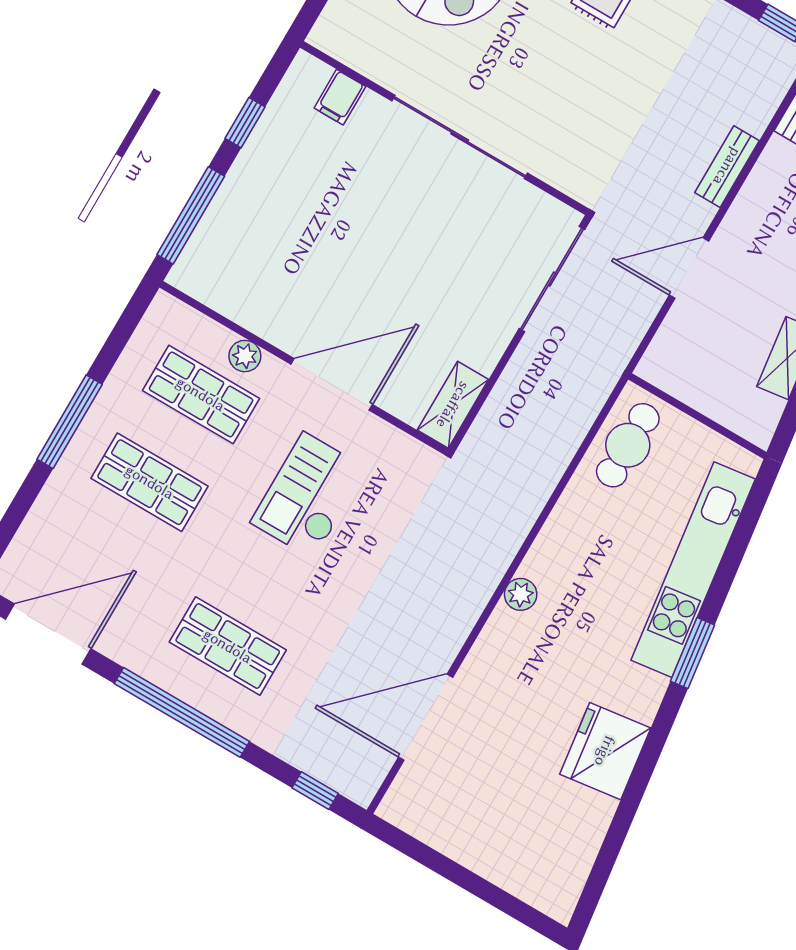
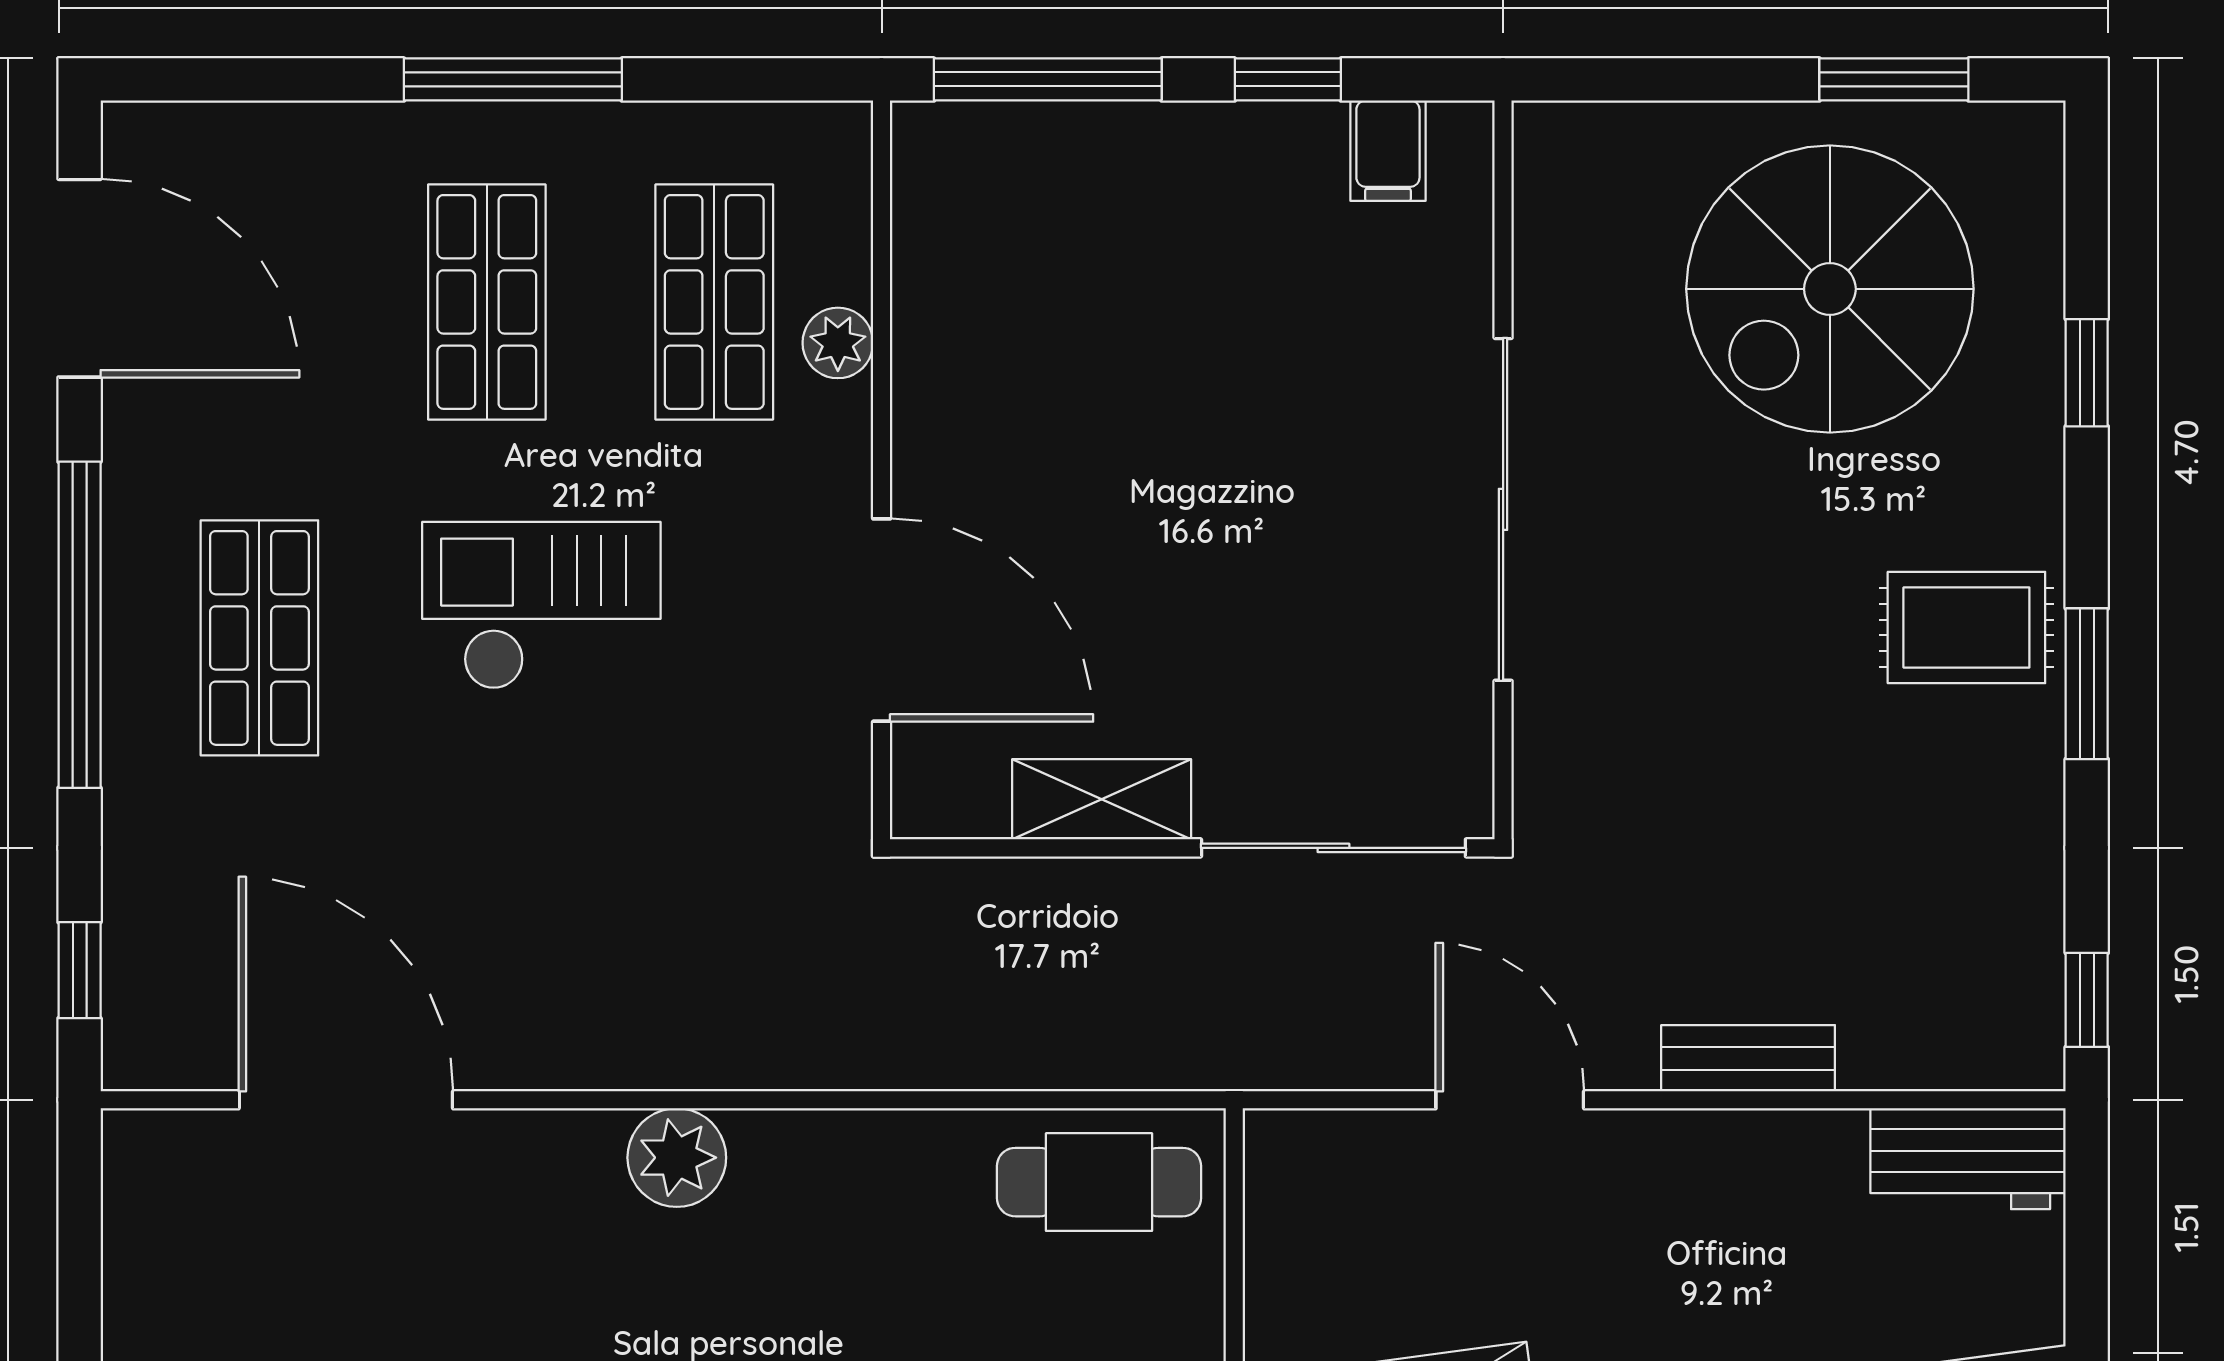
filing cabinet: (340, 97) -> (1388, 151), moved, turned -90
door: (332, 384) -> (882, 620), moved
shelving: (453, 405) -> (1102, 799), moved
checkout: (309, 496) -> (541, 606), moved
plant: (521, 594) -> (677, 1158), width x1.38, depth x1.38

